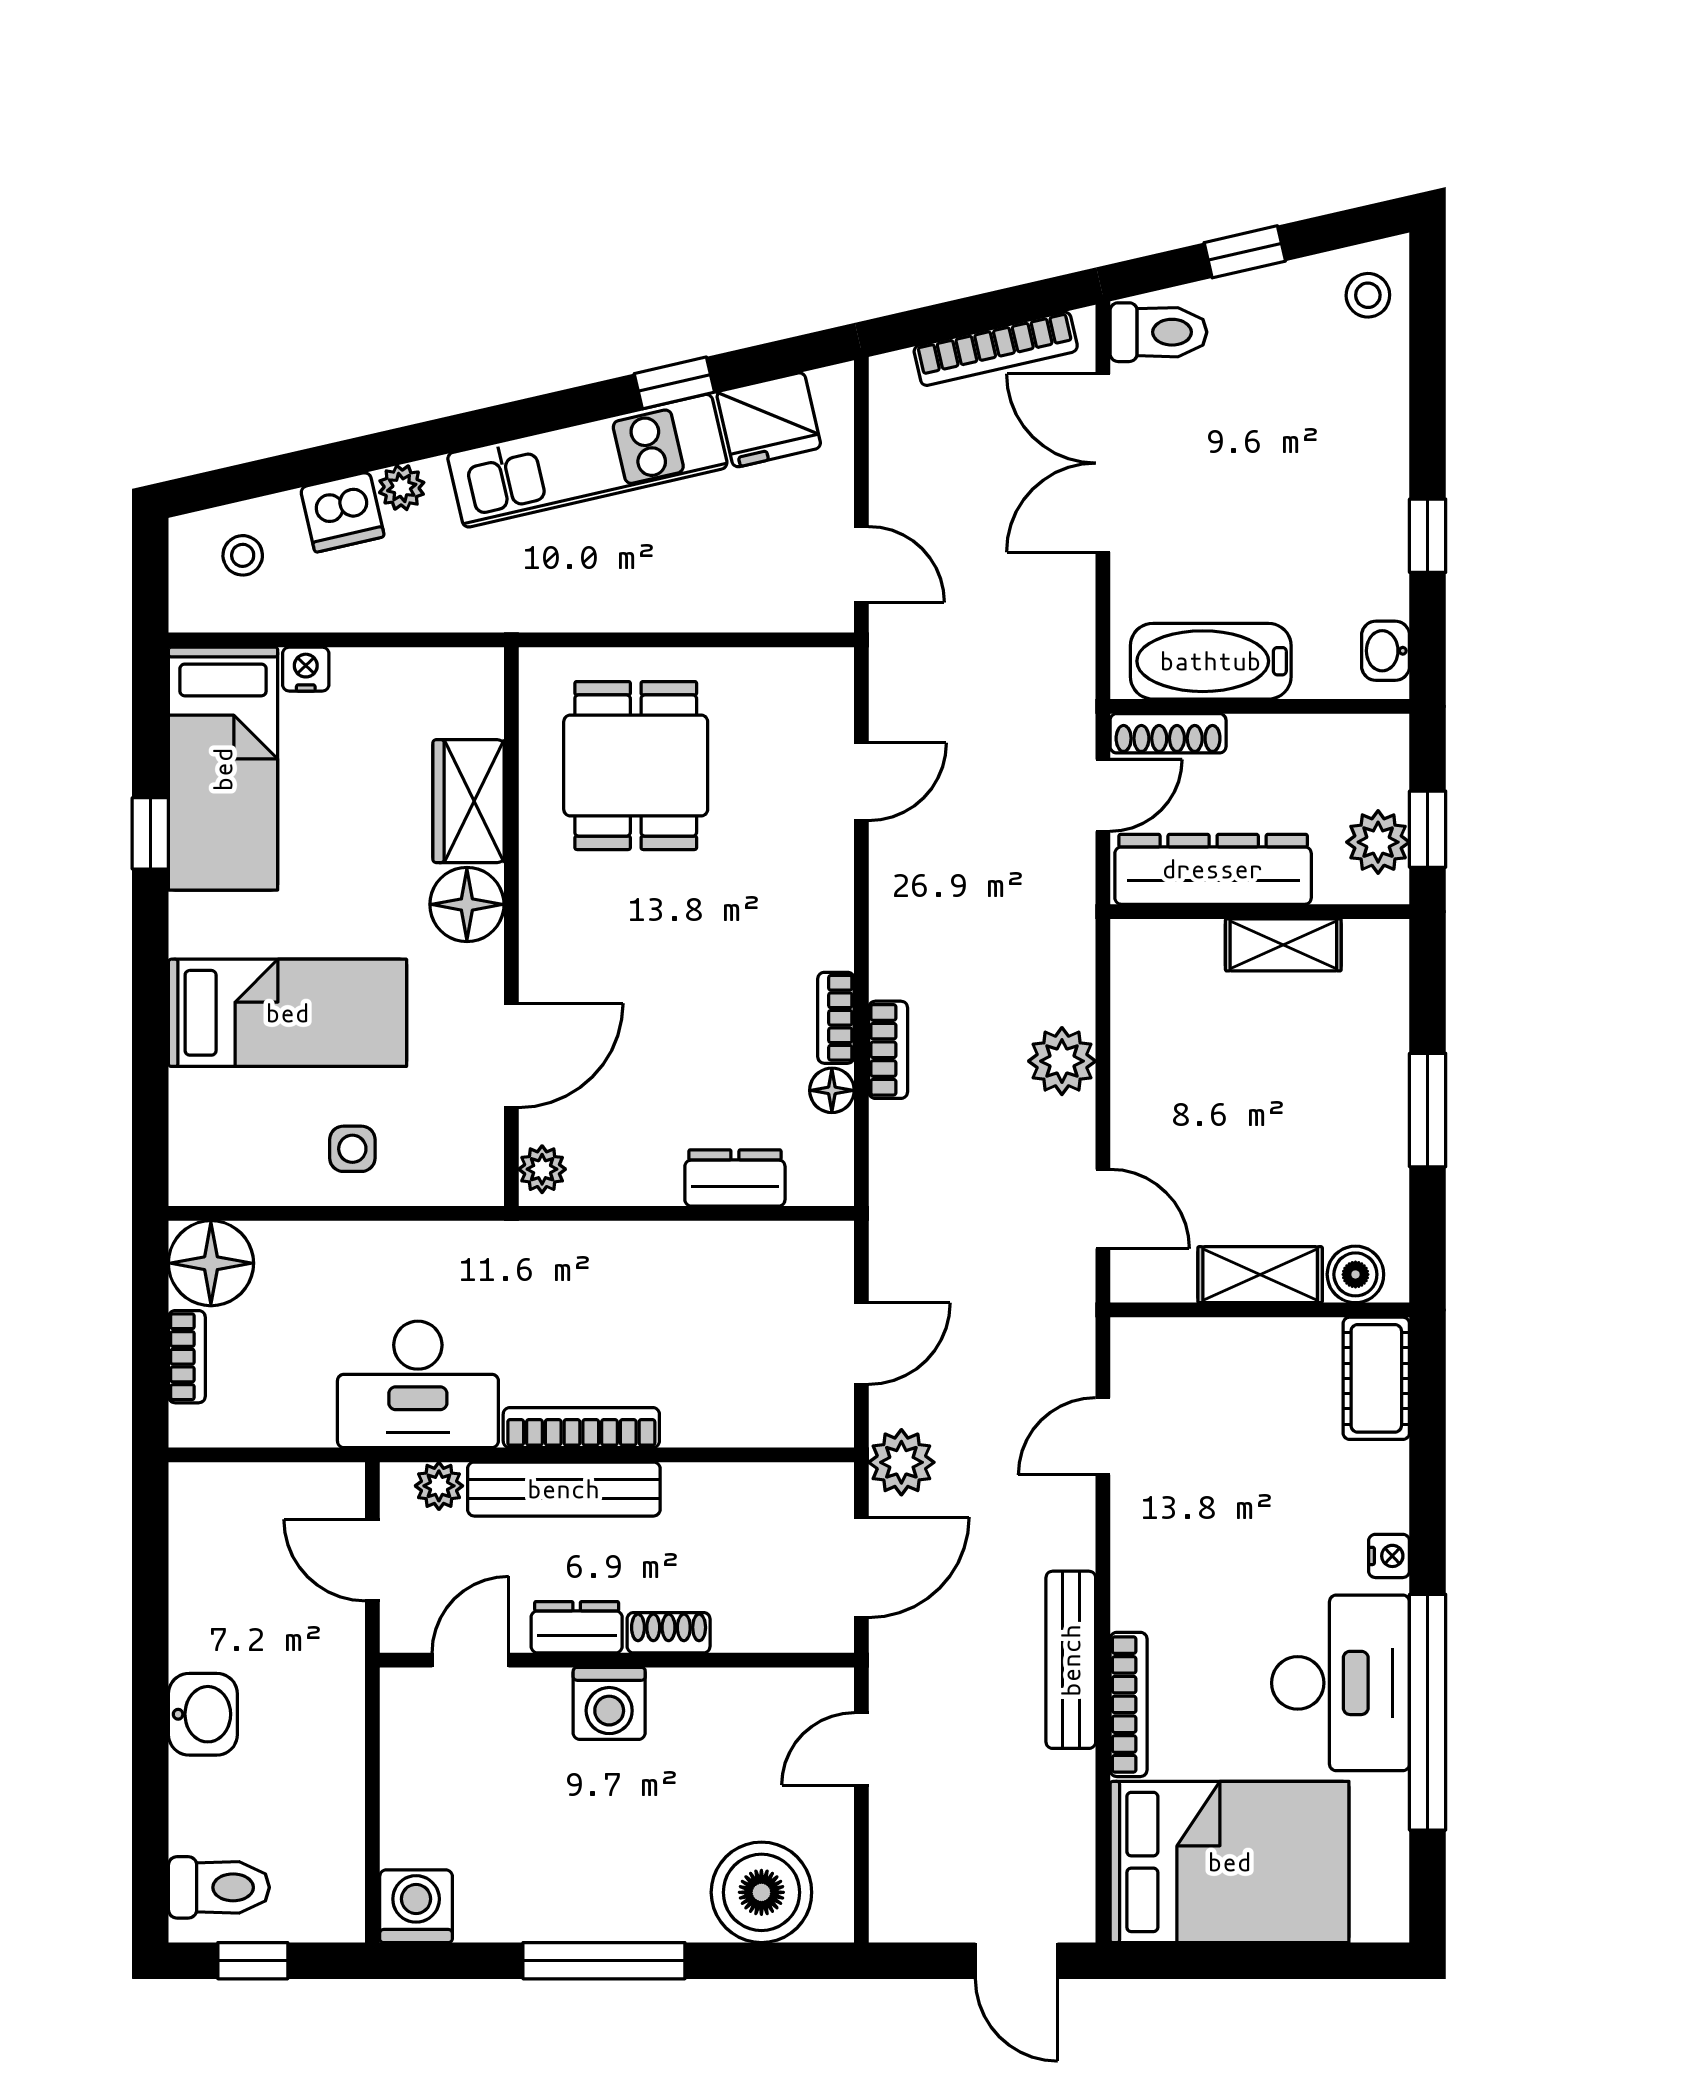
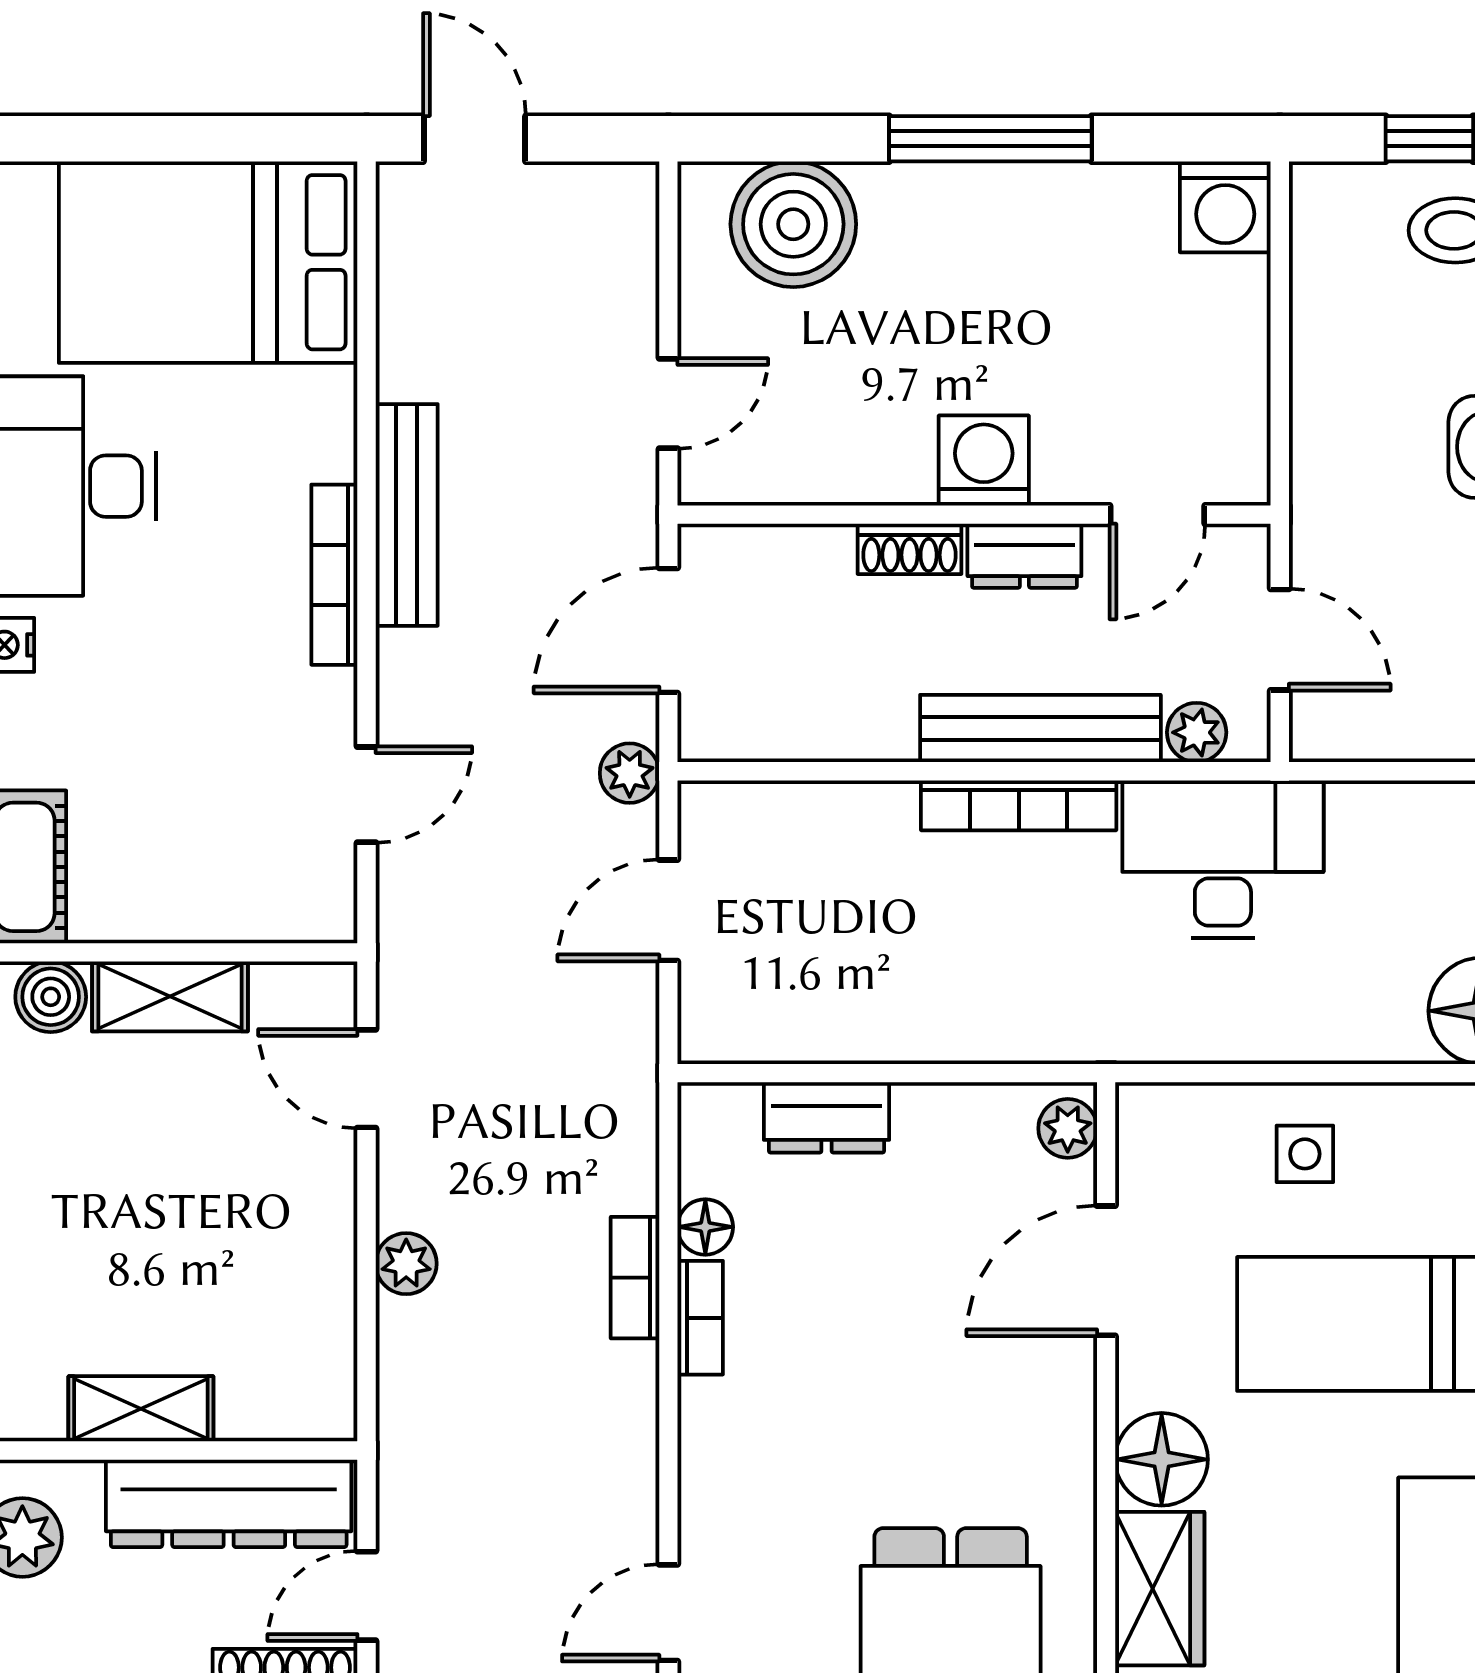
plant: (1062, 1061) -> (406, 1264), width x0.73, depth x0.73
plant: (901, 1462) -> (630, 773), width x0.73, depth x0.73
bookcase: (1129, 1704) -> (334, 575), moved

